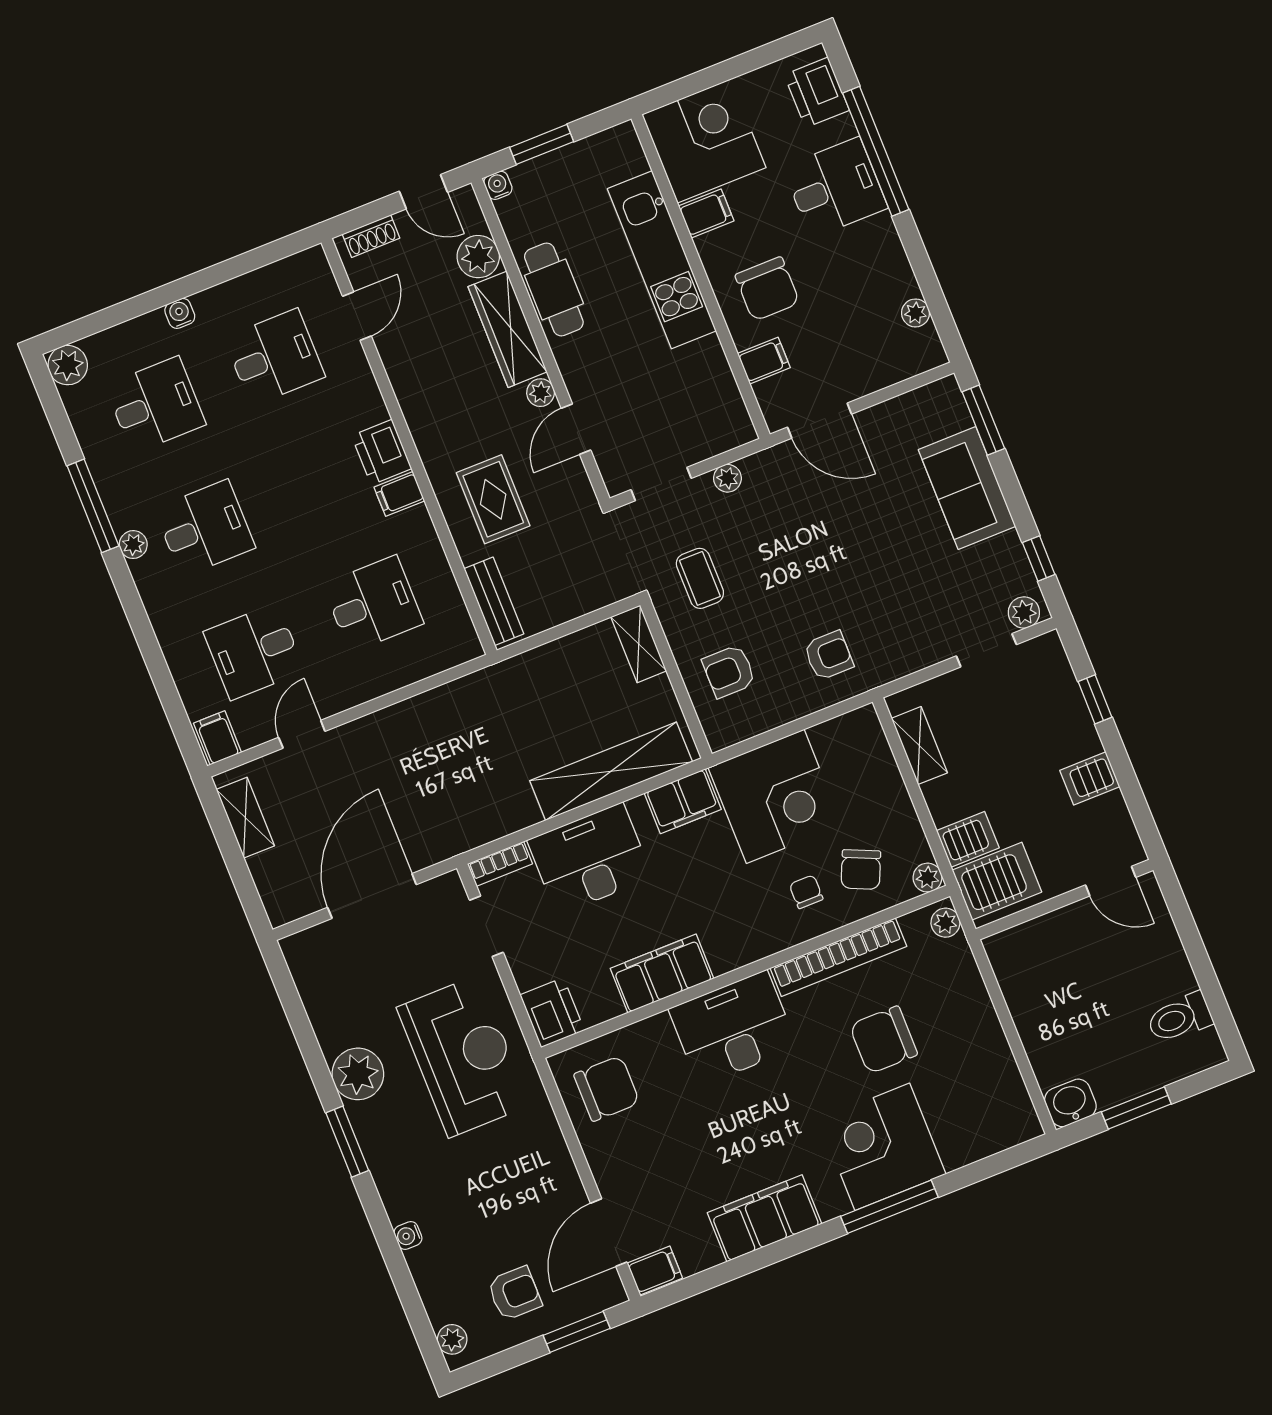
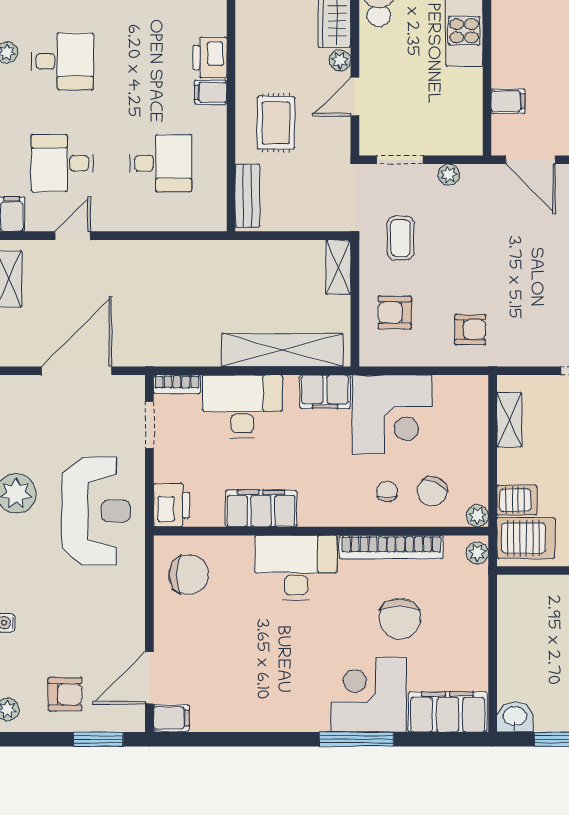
chair: (767, 289) -> (531, 51), removed
chair: (883, 1040) -> (400, 619), turned -90
filing cabinet: (764, 1218) -> (448, 712), moved

